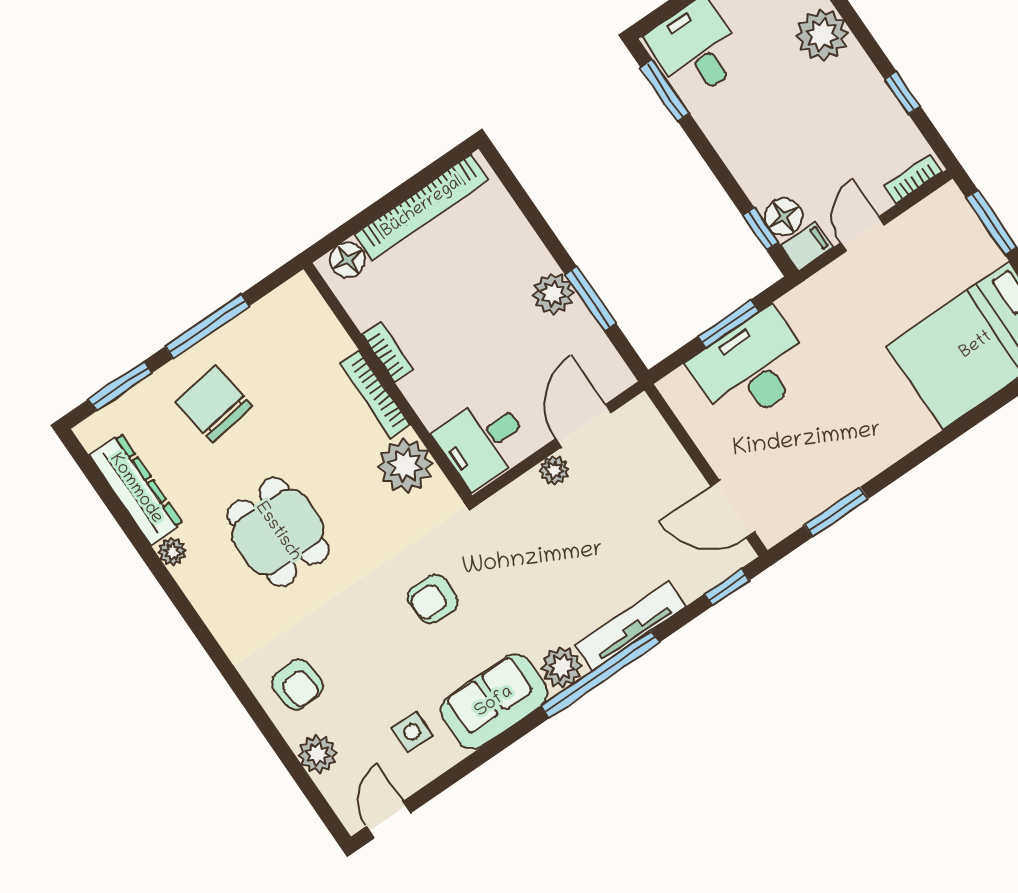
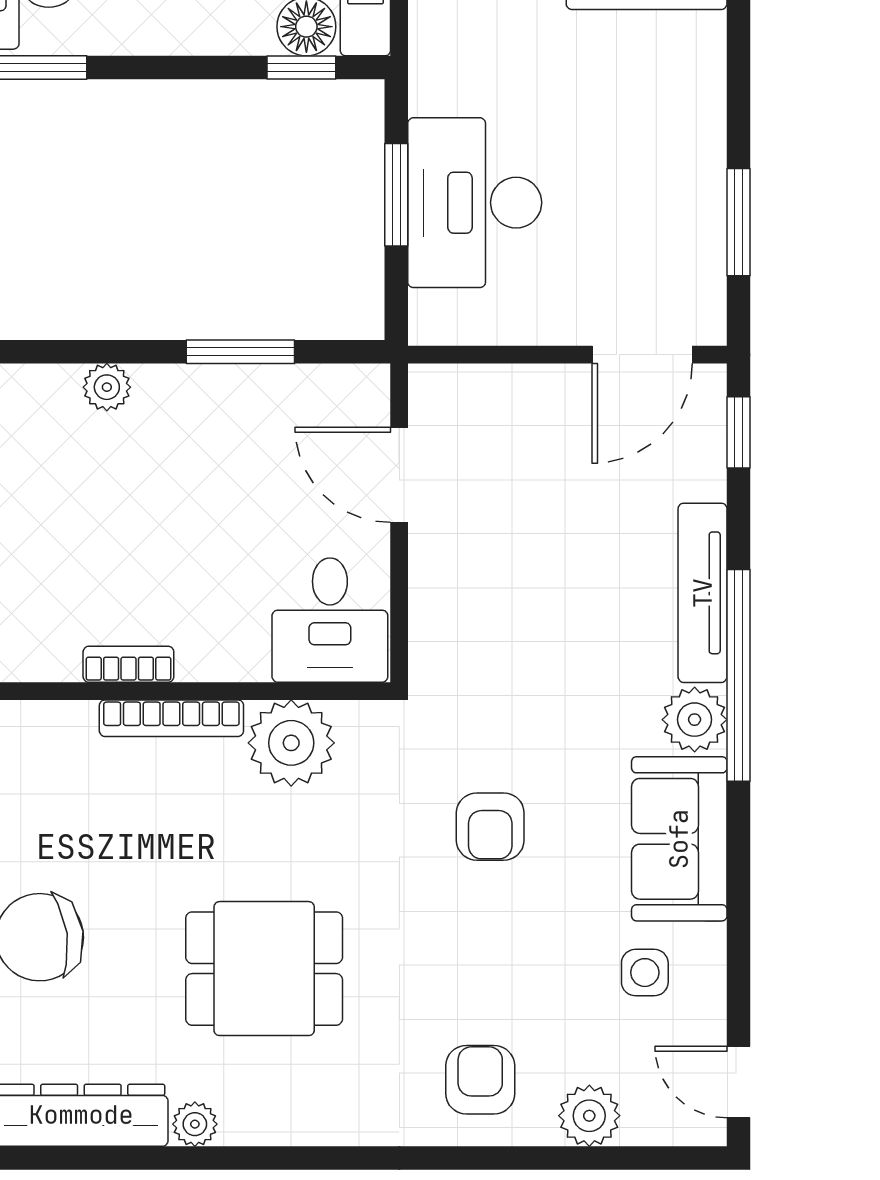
plant: (553, 294) -> (107, 387), moved, width x0.73, depth x0.73
plant: (554, 470) -> (431, 553), removed
armchair: (297, 684) -> (480, 1080), turned -86

